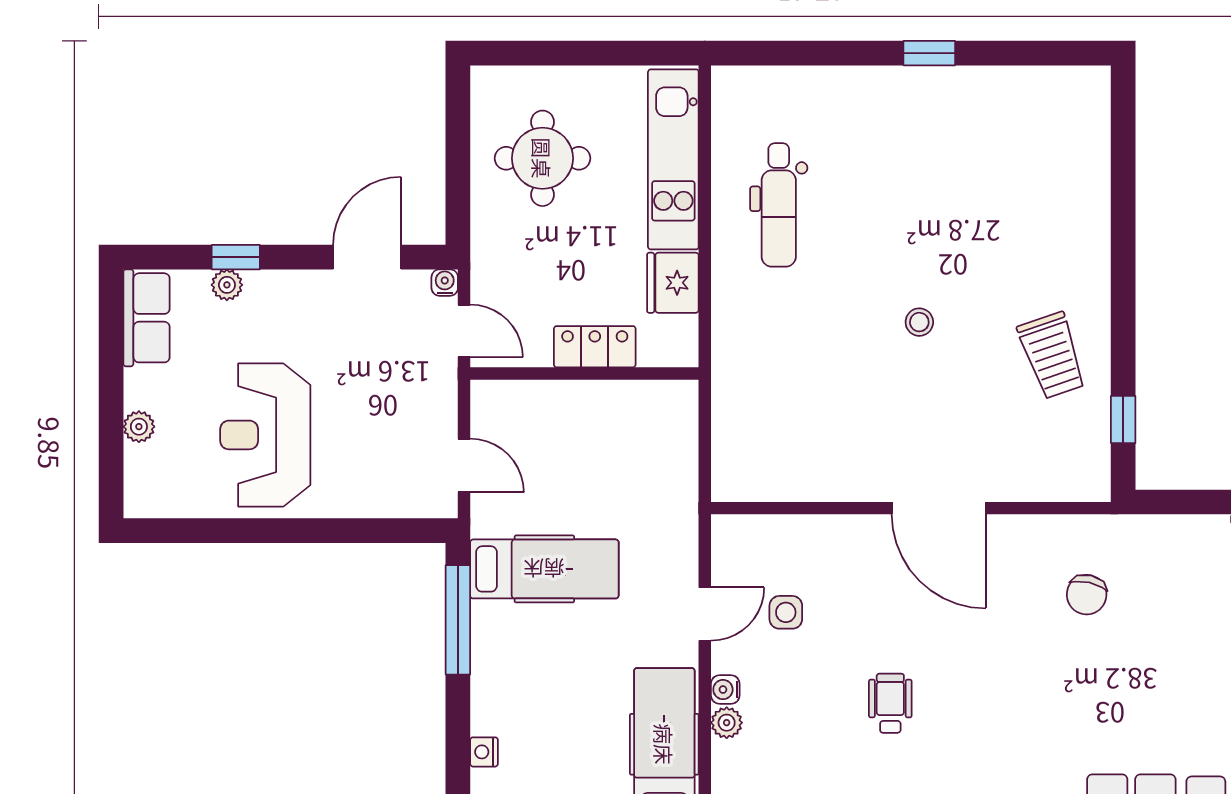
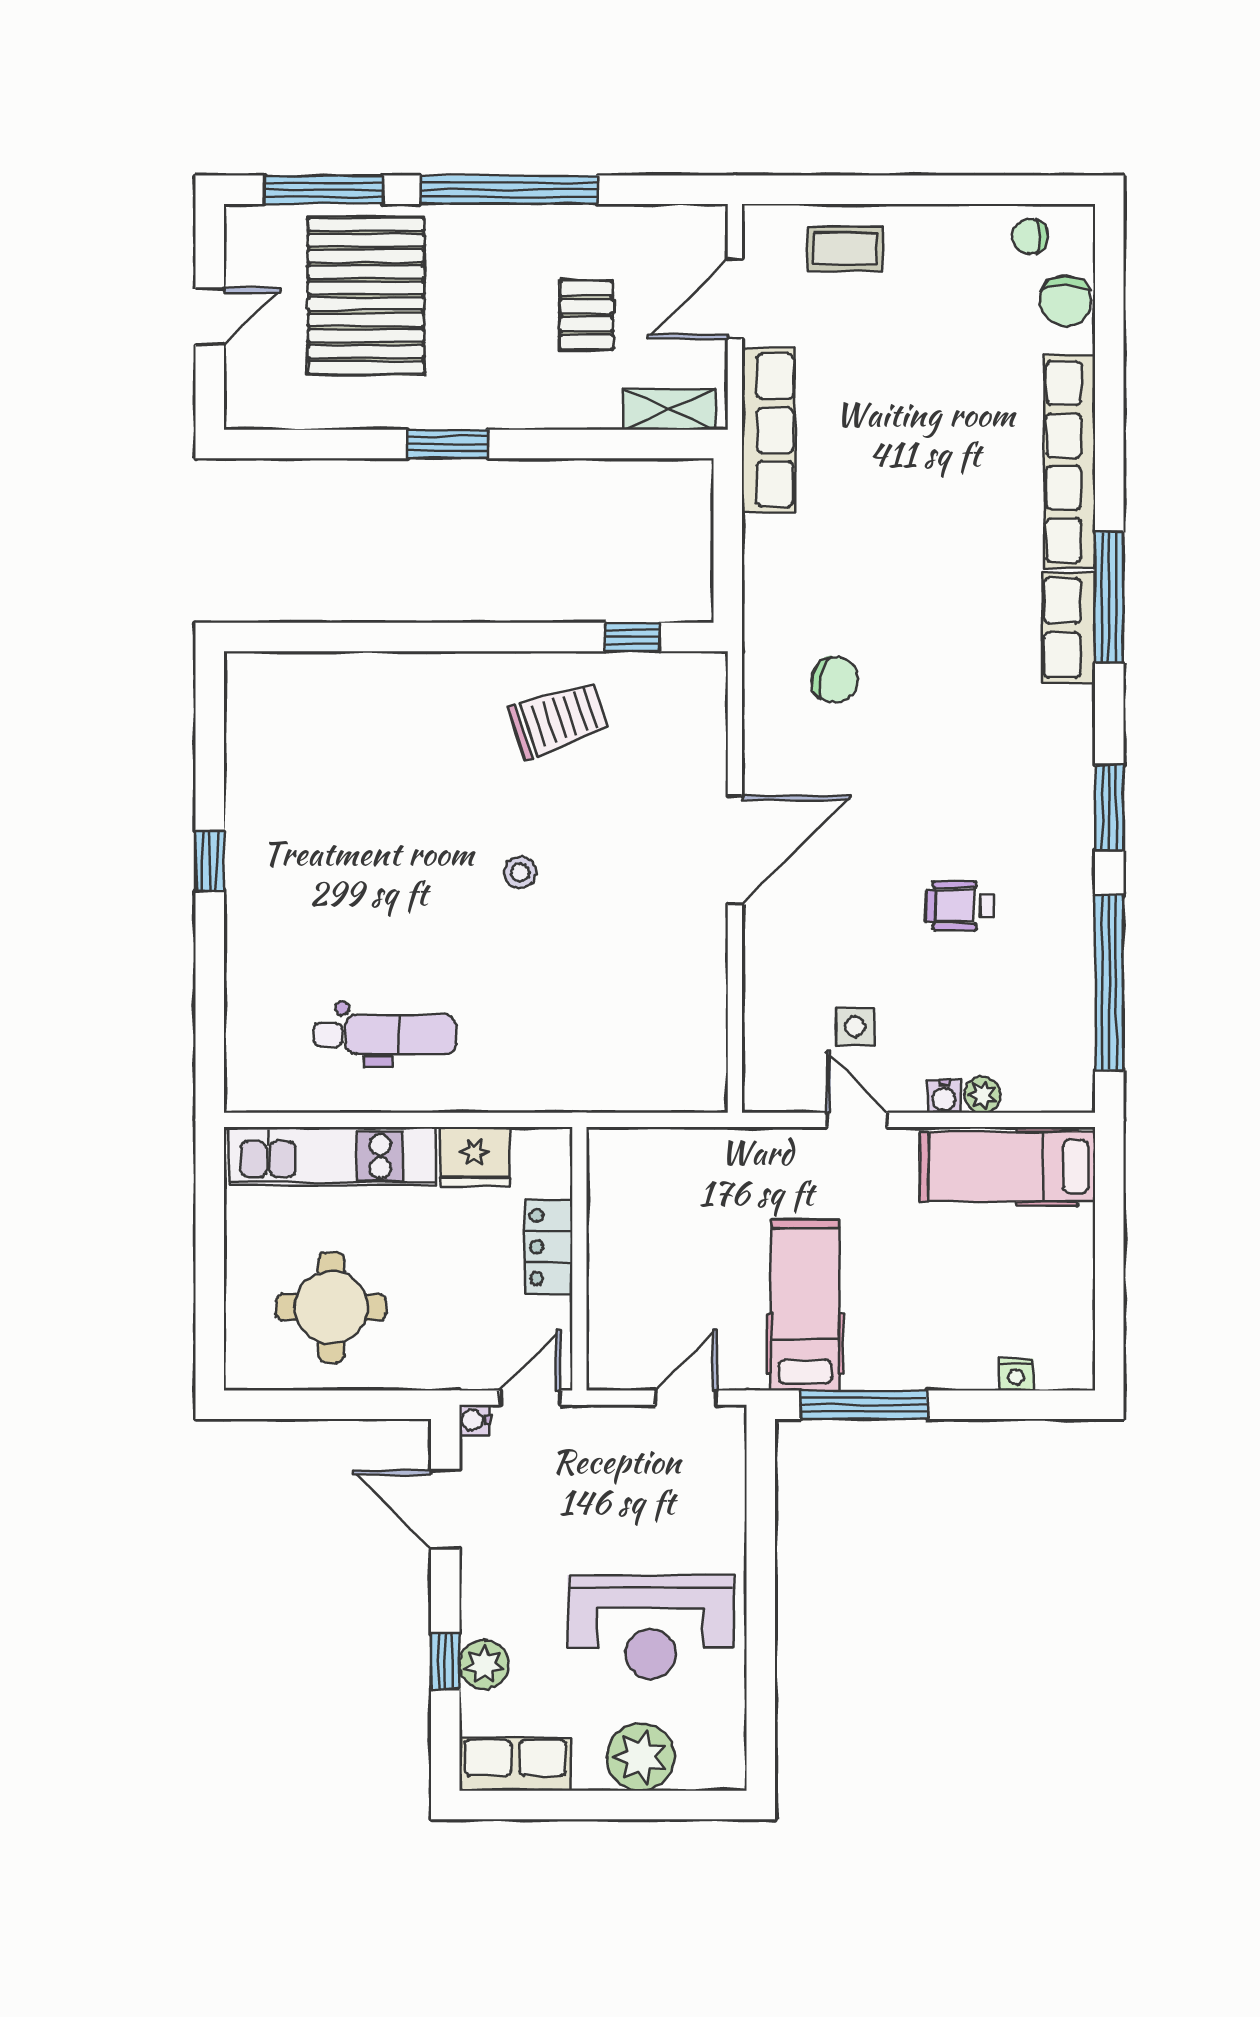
plant: (227, 285) -> (484, 1665), width x1.38, depth x1.38
plant: (139, 427) -> (641, 1757), width x1.88, depth x1.88

